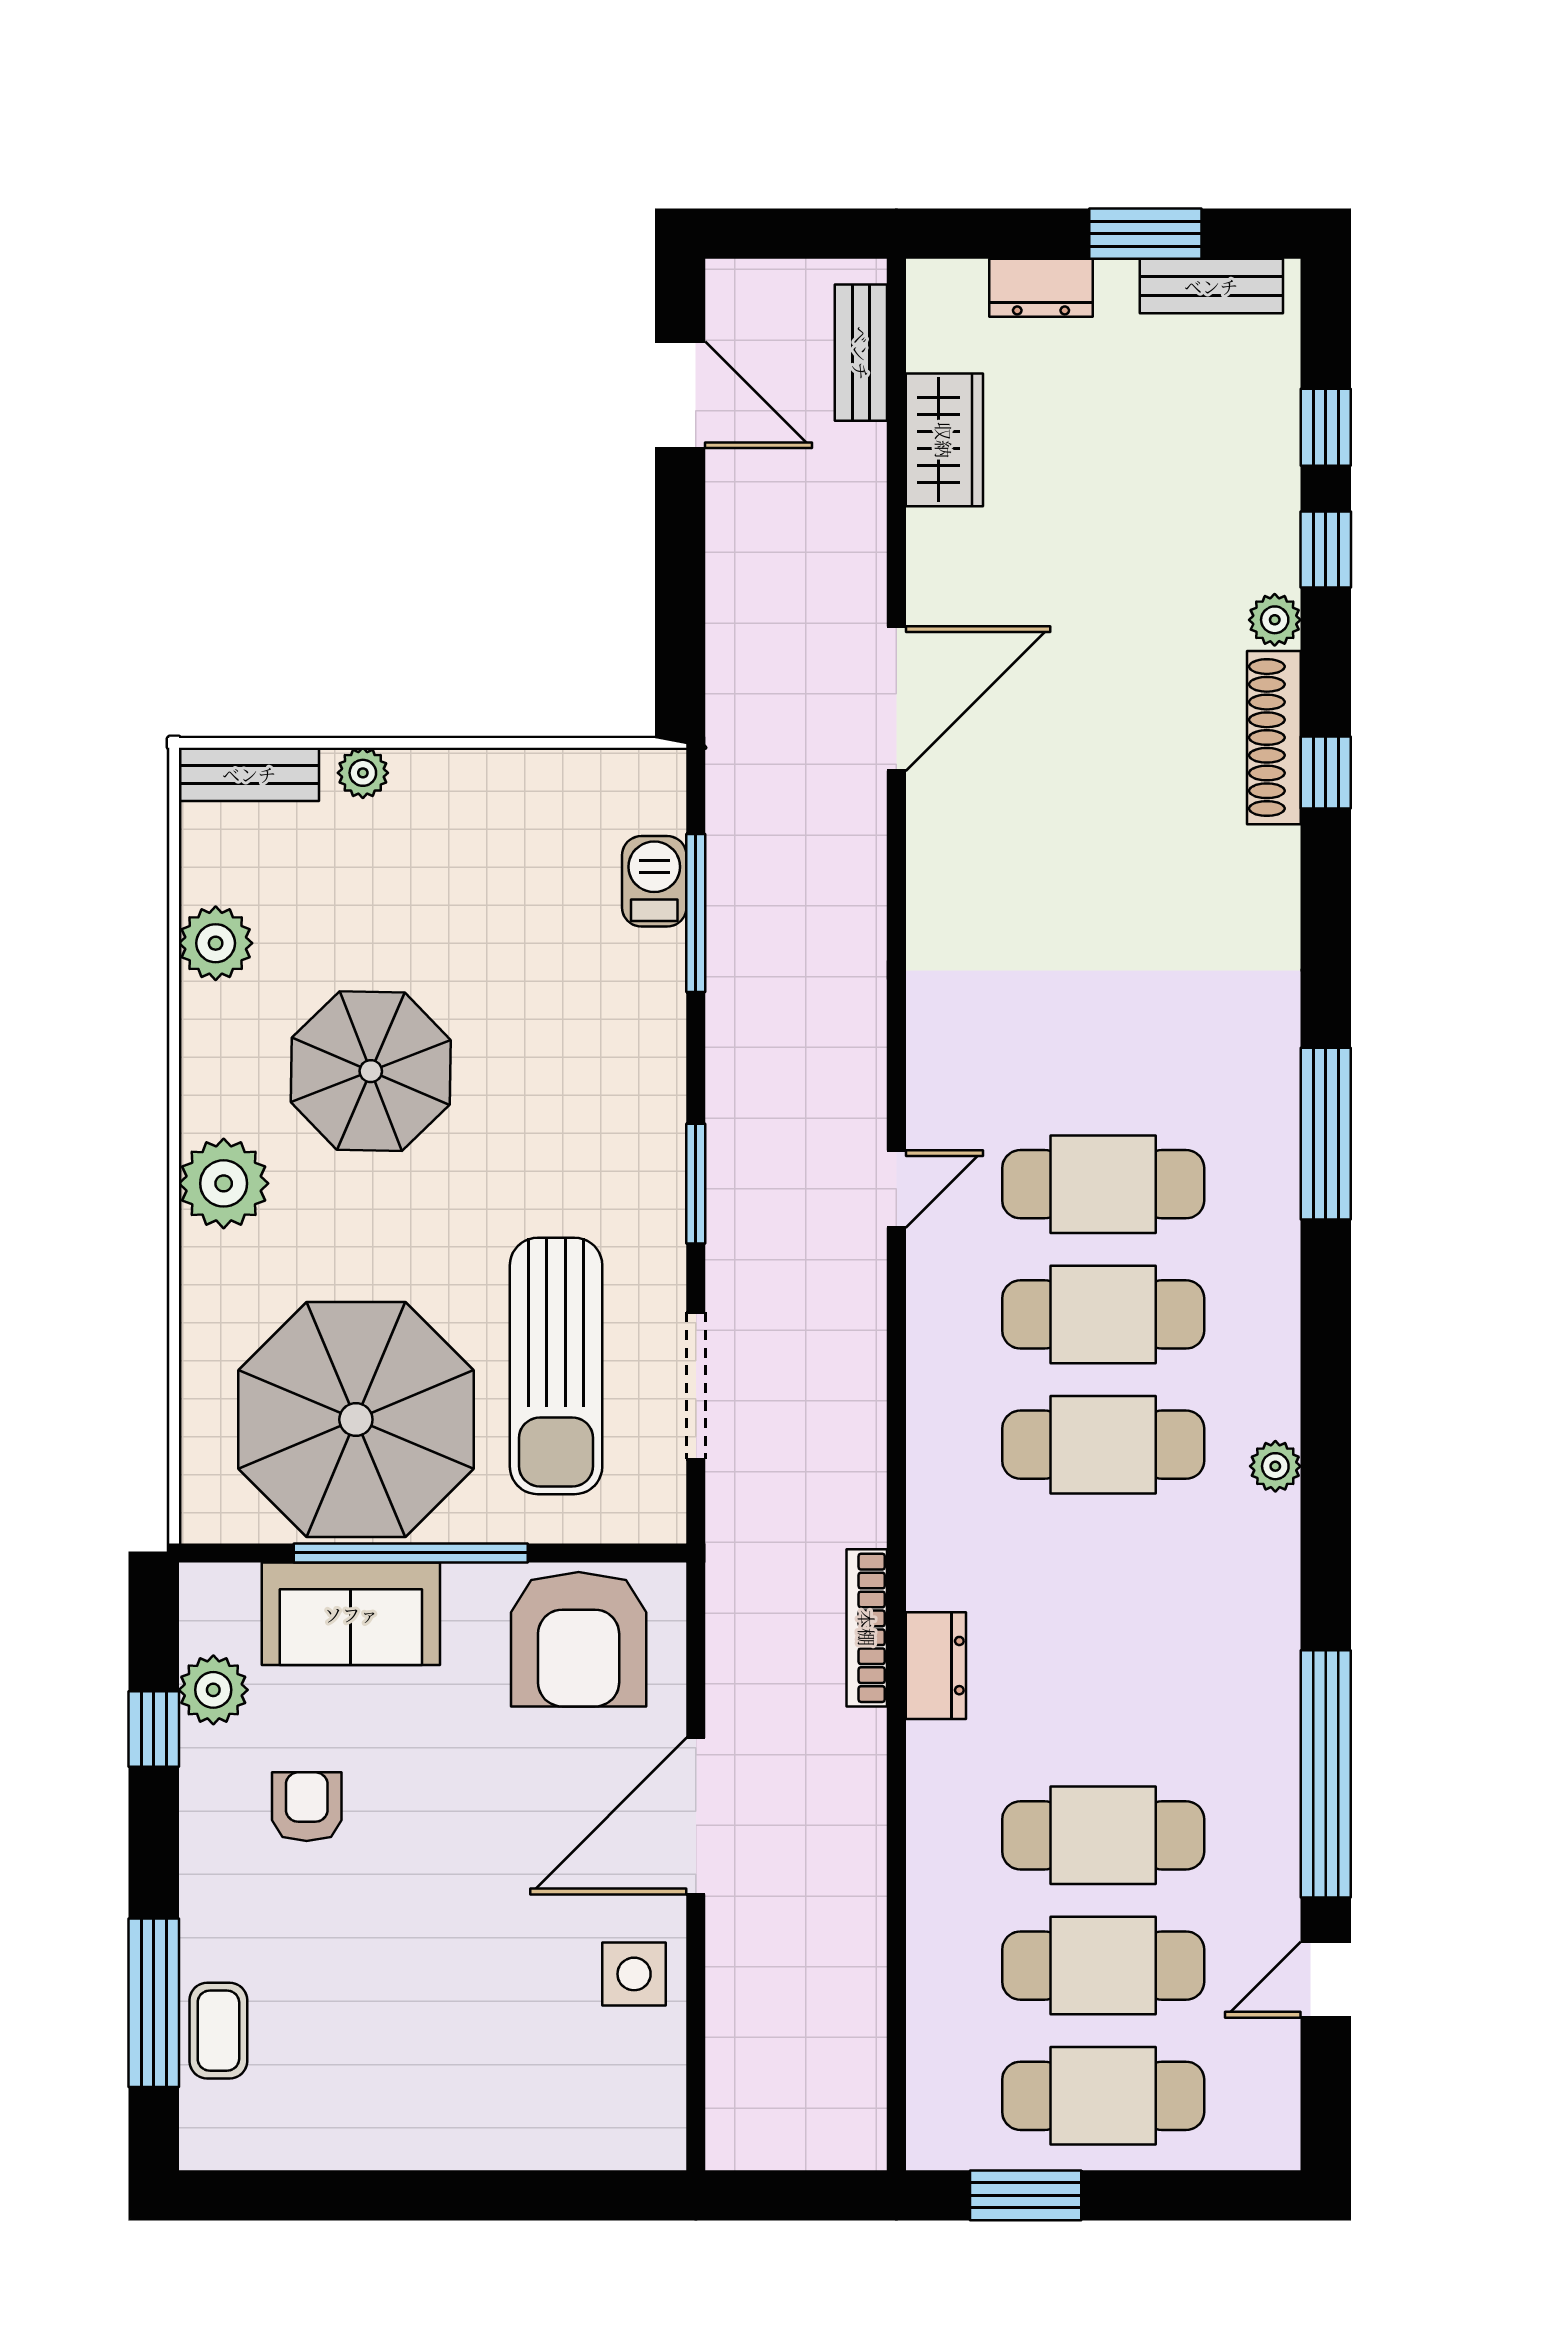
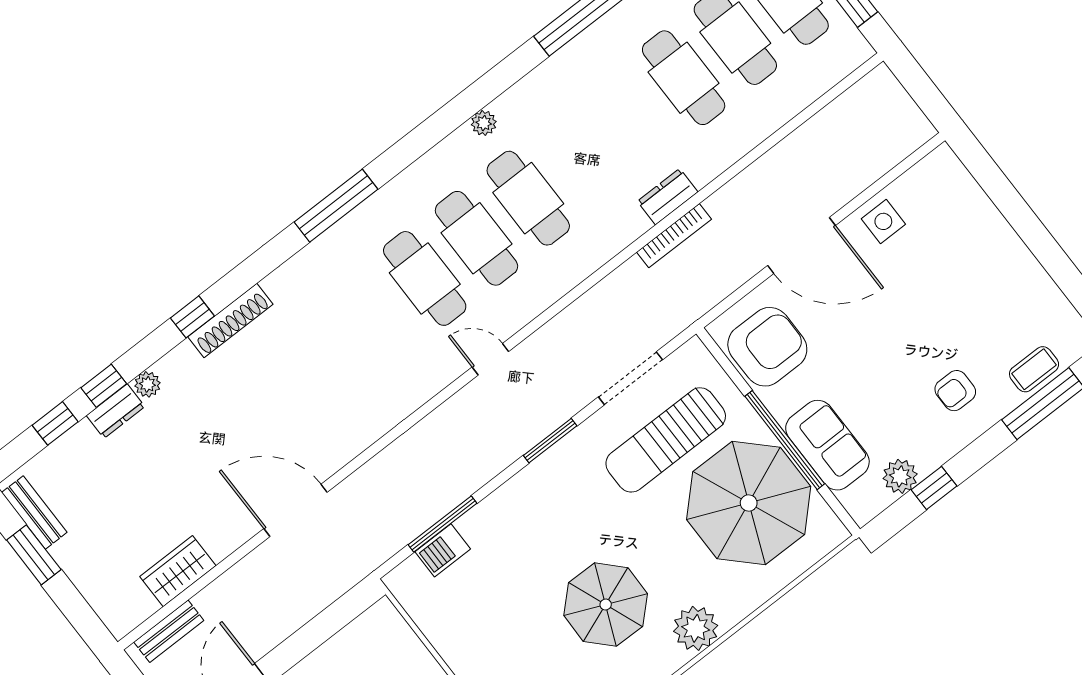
dresser: (1041, 288) -> (116, 411), moved, turned 90
shoe rack: (1274, 738) -> (230, 321), moved
sun lounger: (556, 1366) -> (666, 440), turned 180
armchair: (307, 1807) -> (955, 391), moved

